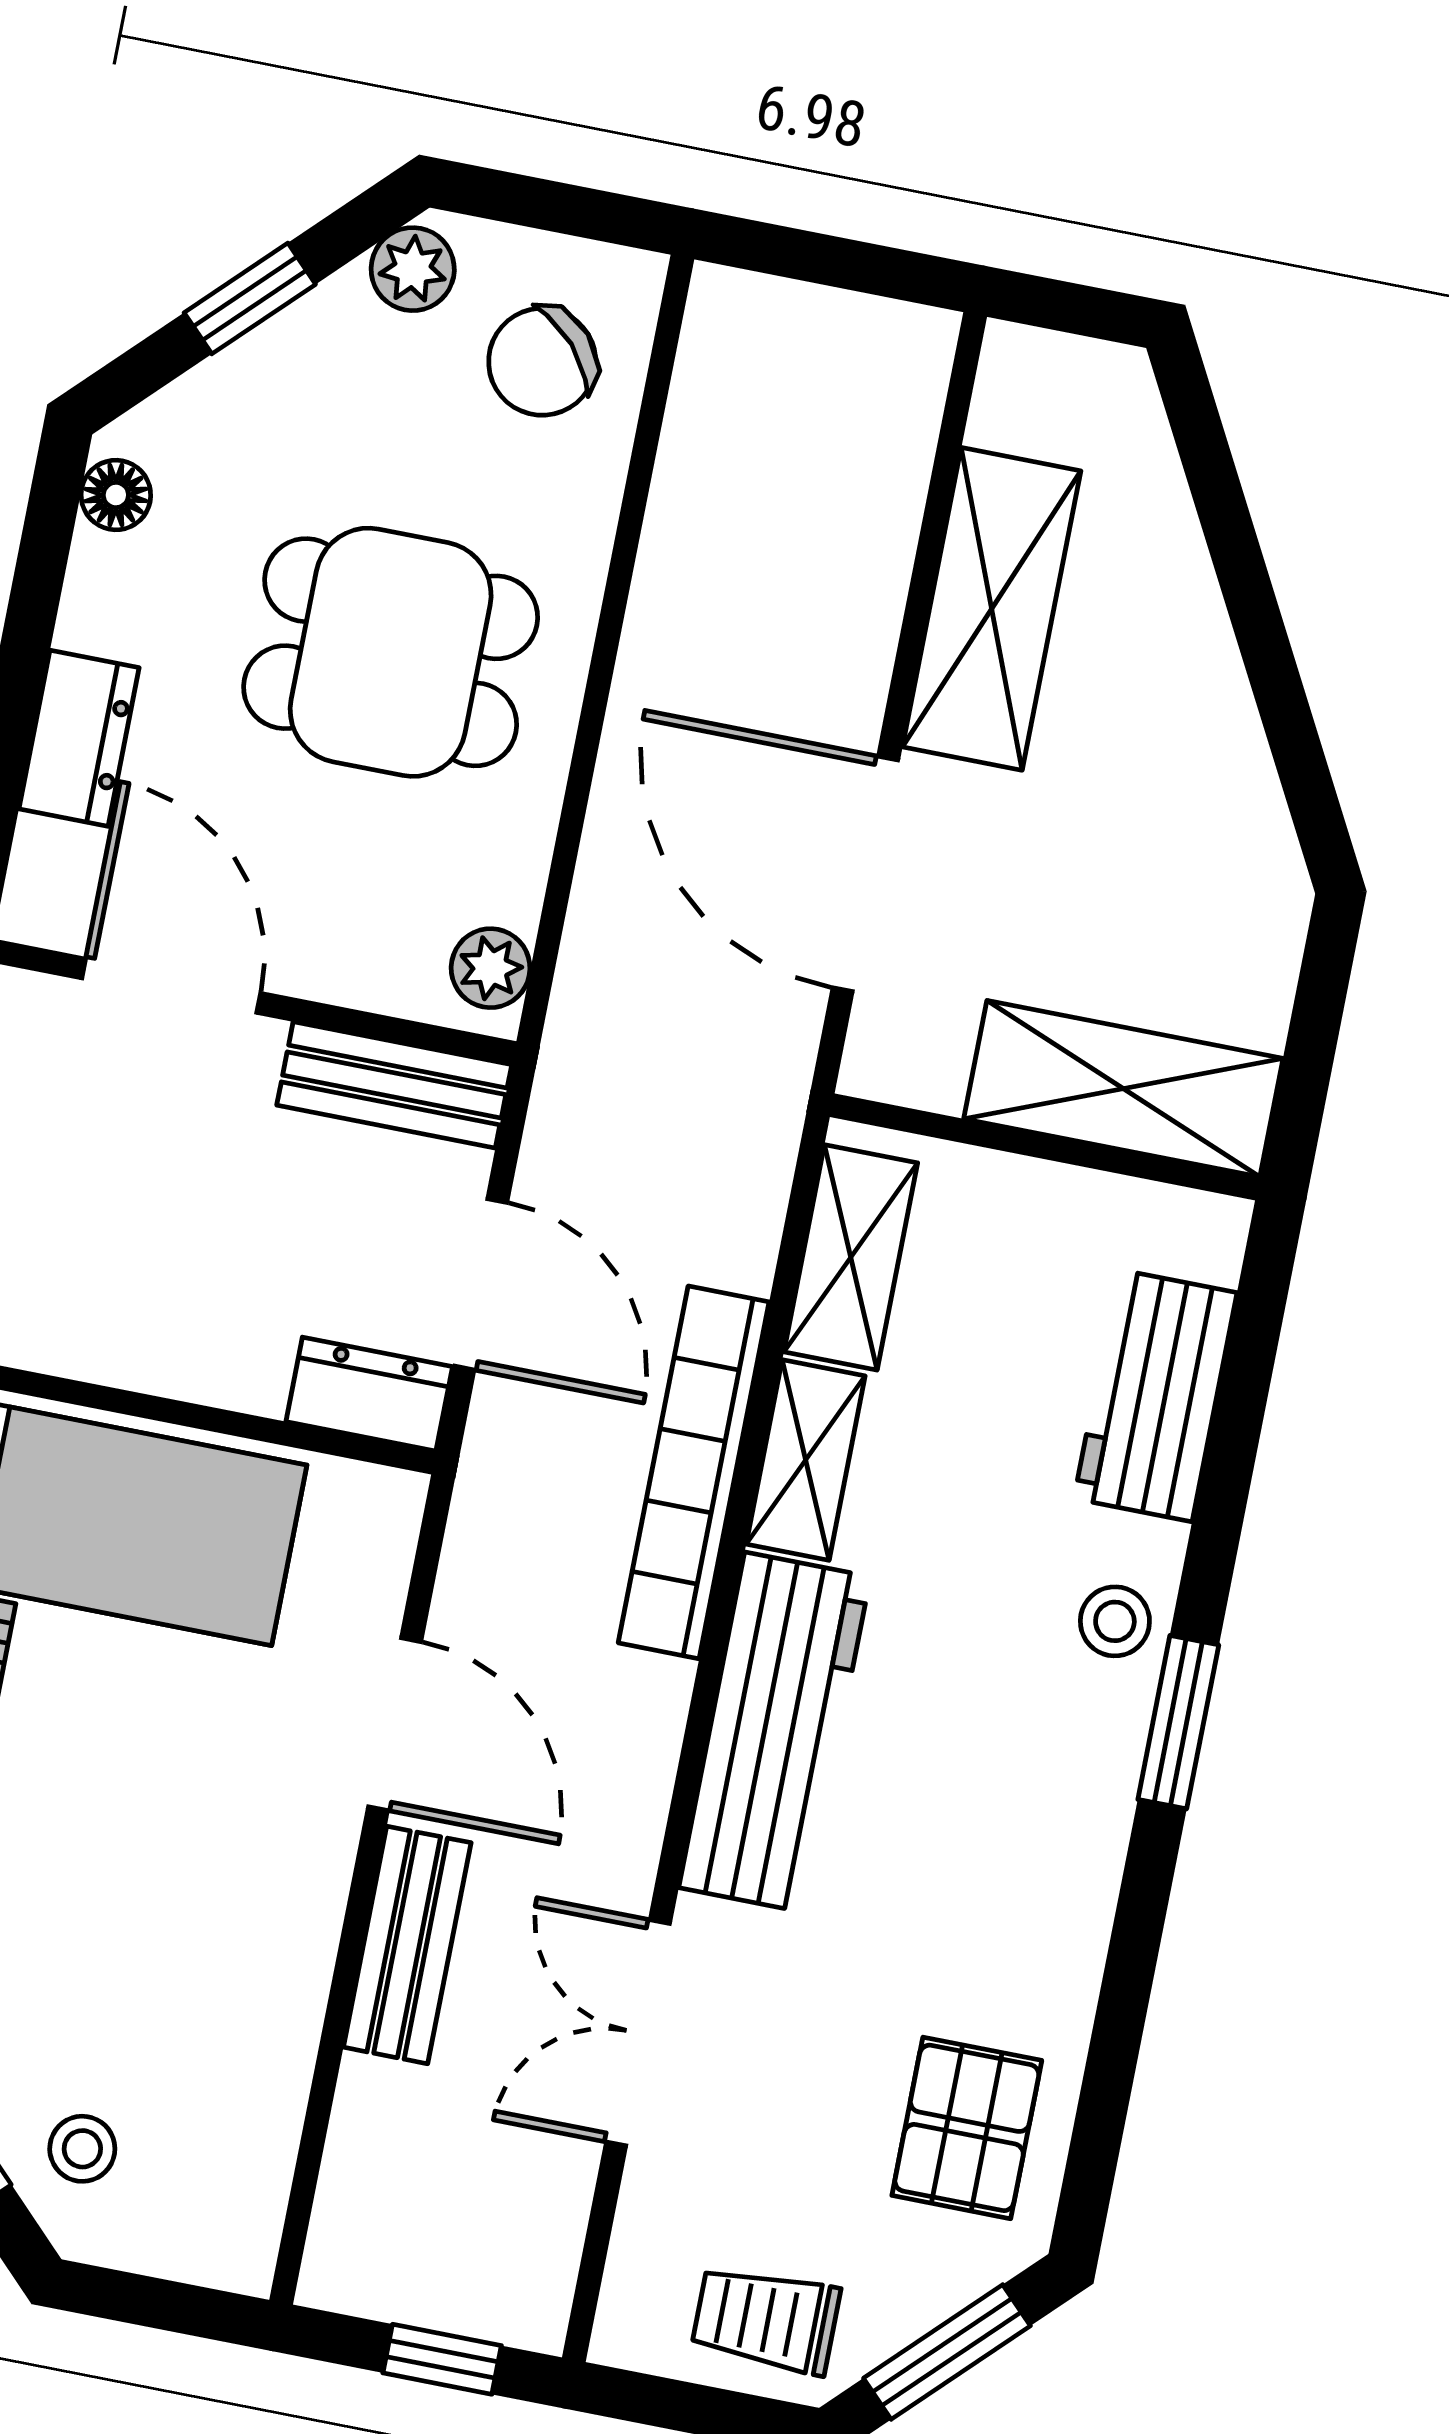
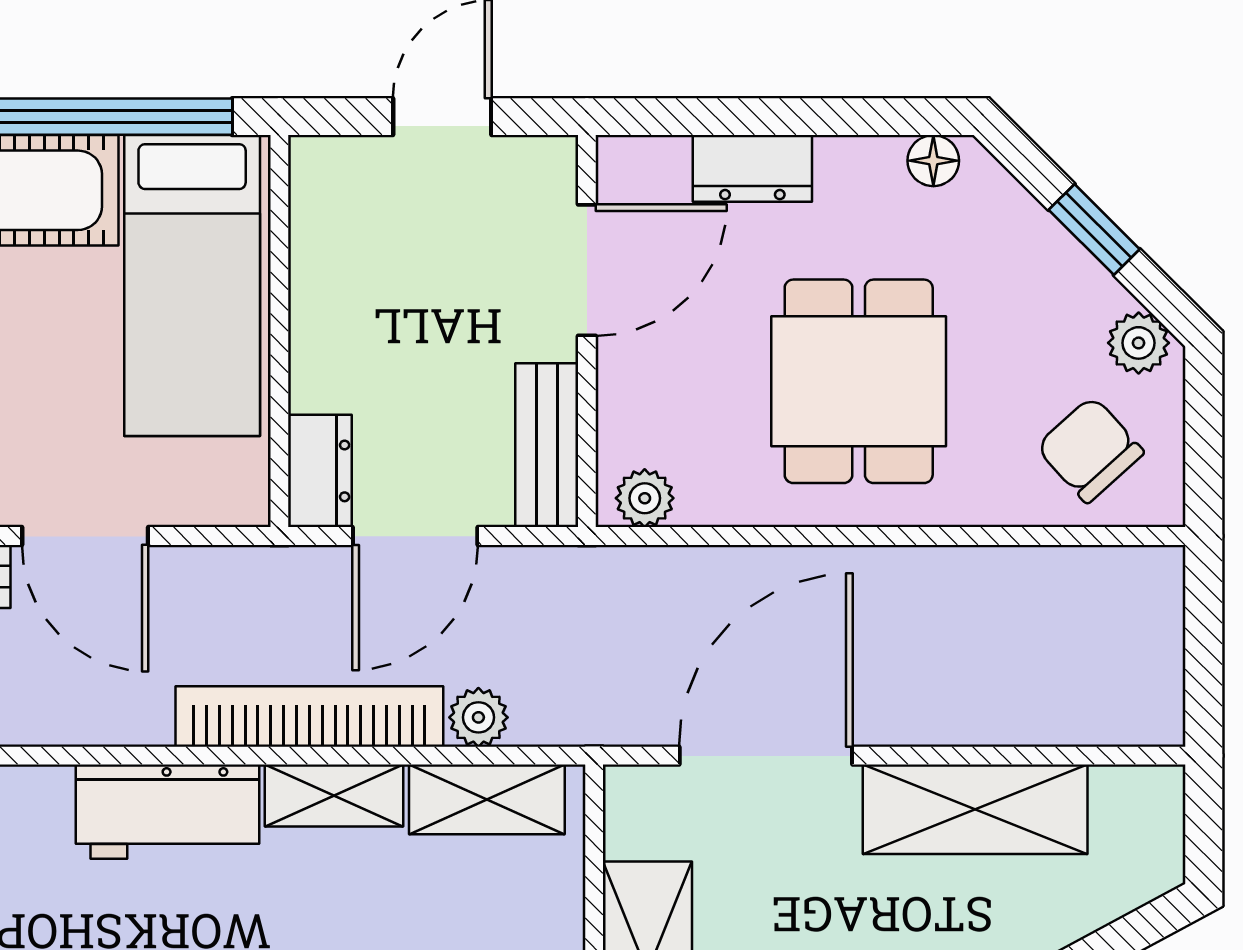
plant: (739, 1247) -> (478, 717), added
door: (395, 1724) -> (85, 536), hinge flipped
workbench: (775, 1732) -> (168, 812), width x0.73

